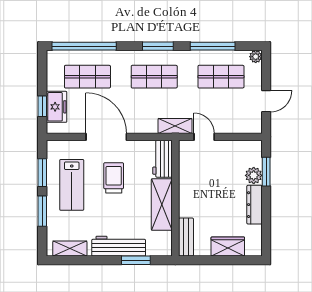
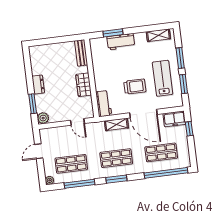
freezer: (56, 107) -> (174, 119), moved, turned -90
shelving: (175, 126) -> (116, 124), moved
plant: (254, 175) -> (43, 118), moved
trolley: (114, 178) -> (135, 87), turned -90
shelving: (162, 205) -> (100, 73), removed
dresser: (254, 205) -> (38, 85), width x0.70
workbench: (119, 246) -> (121, 42), width x0.73
wardrobe: (228, 247) -> (84, 85), moved, turned 90

